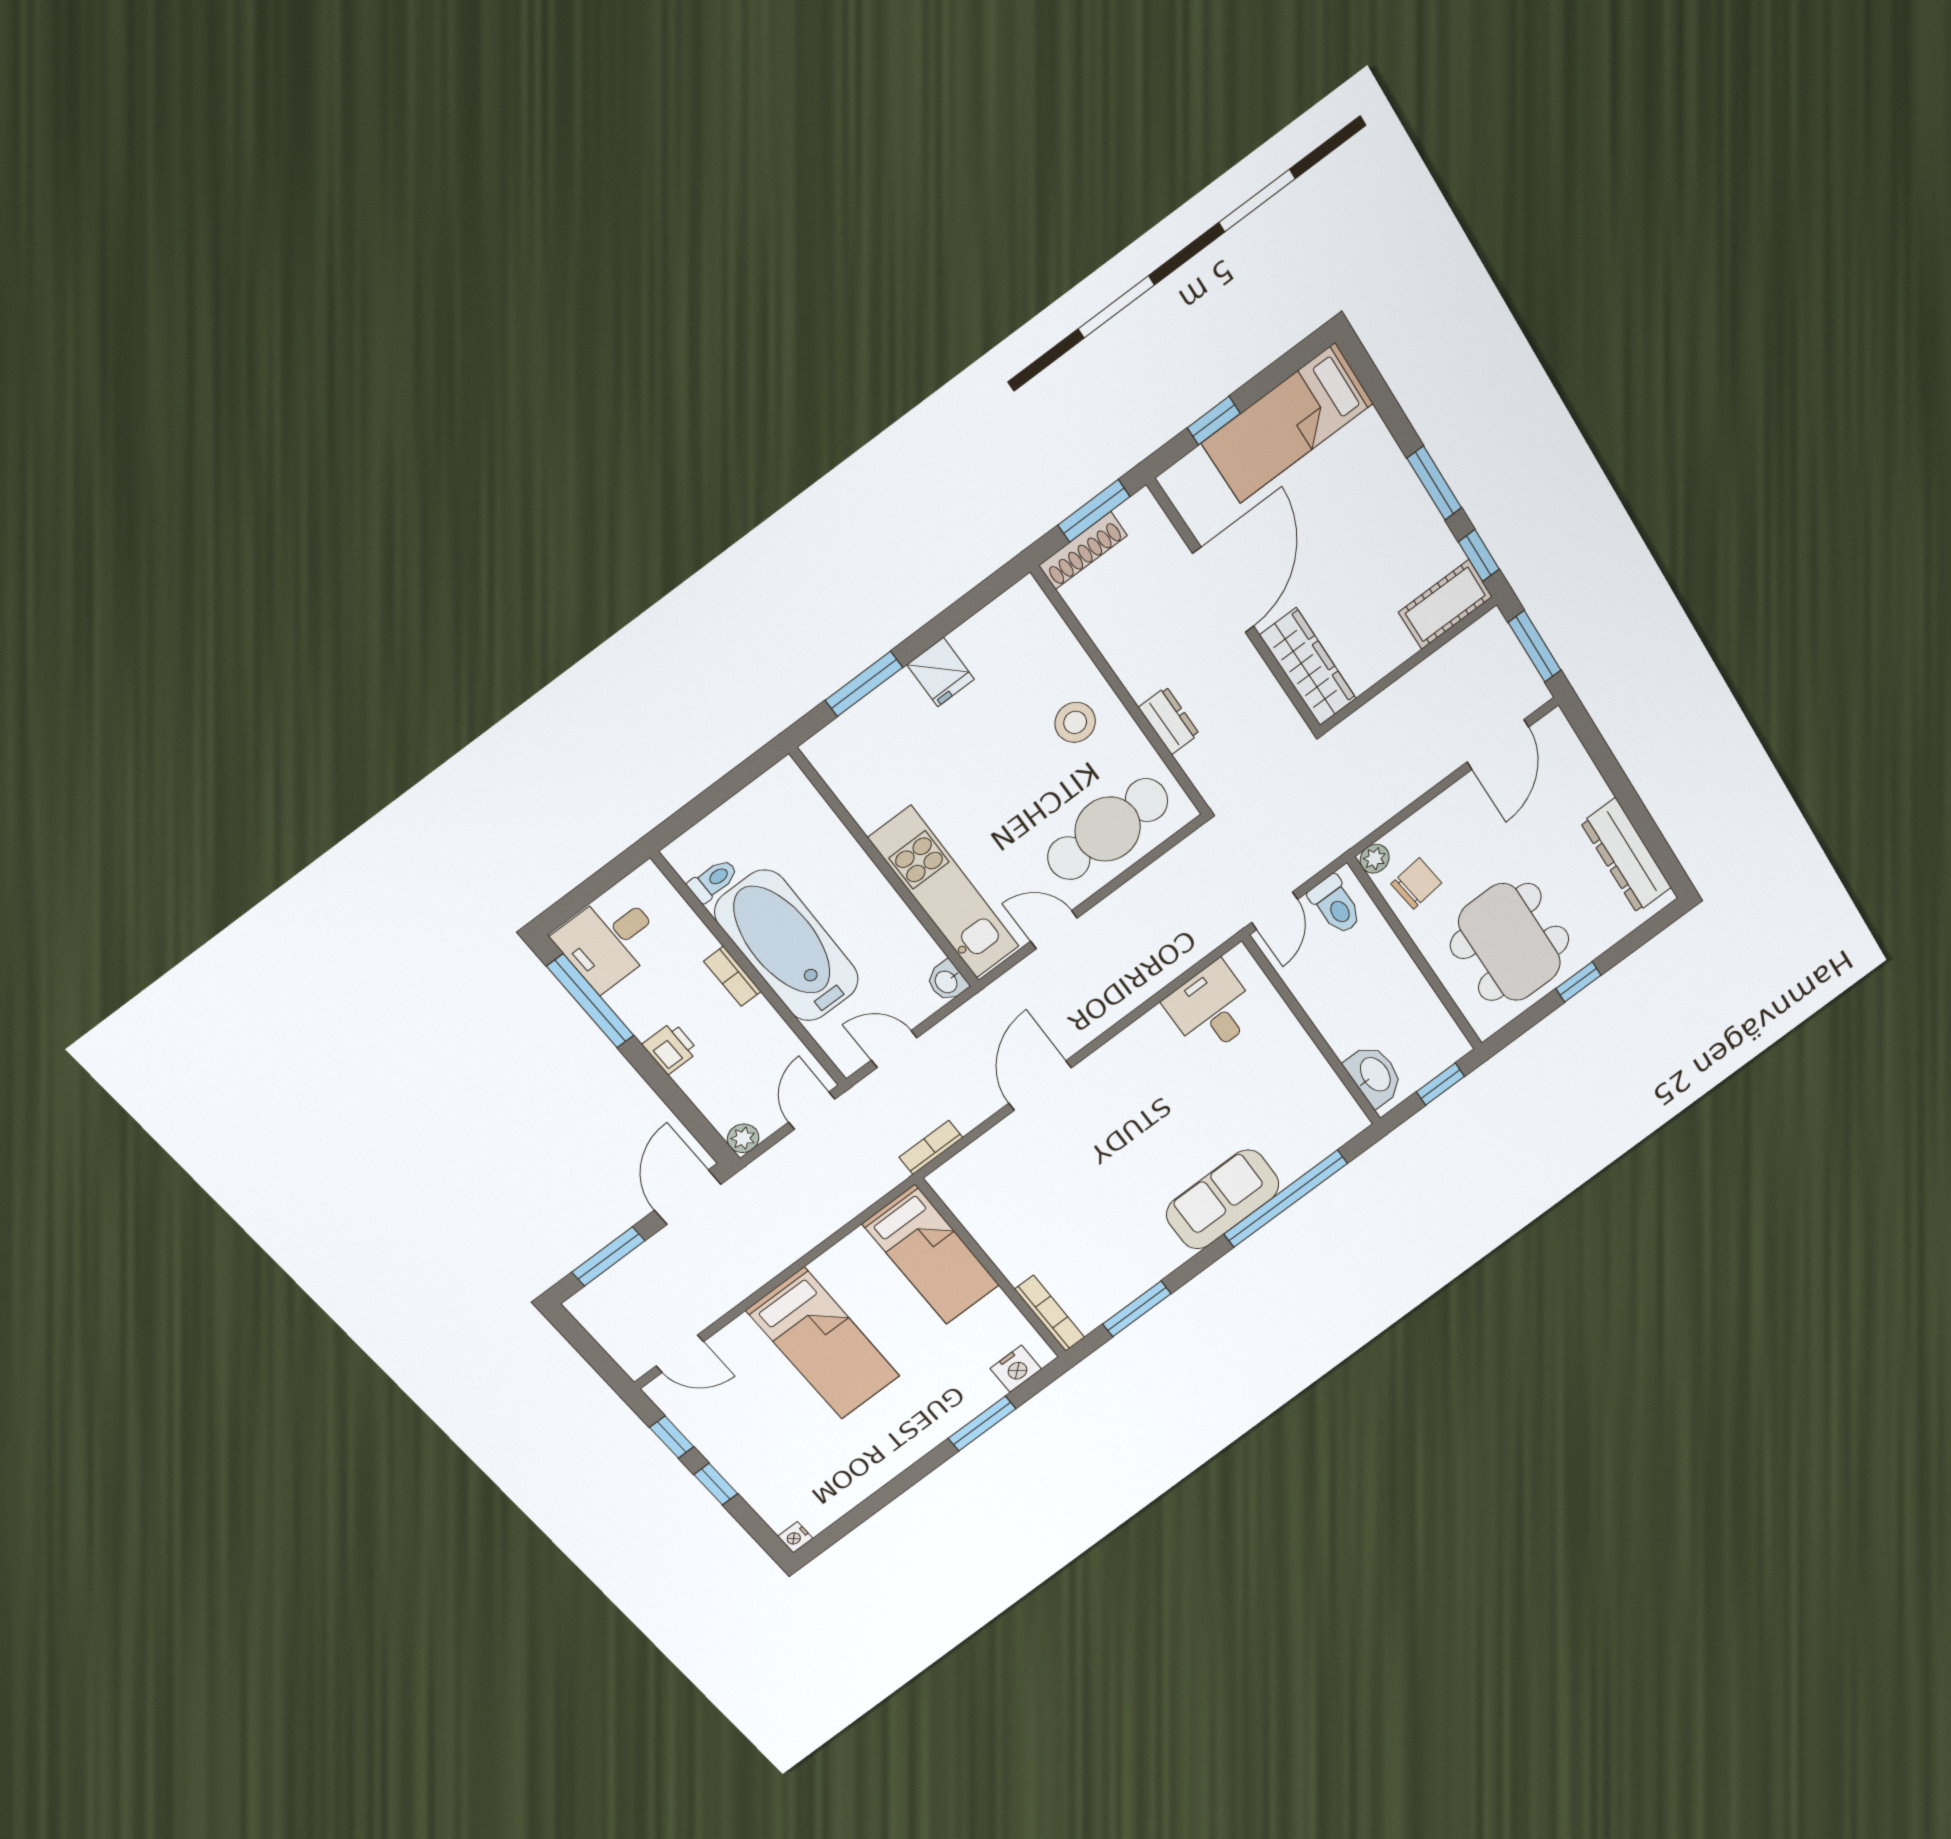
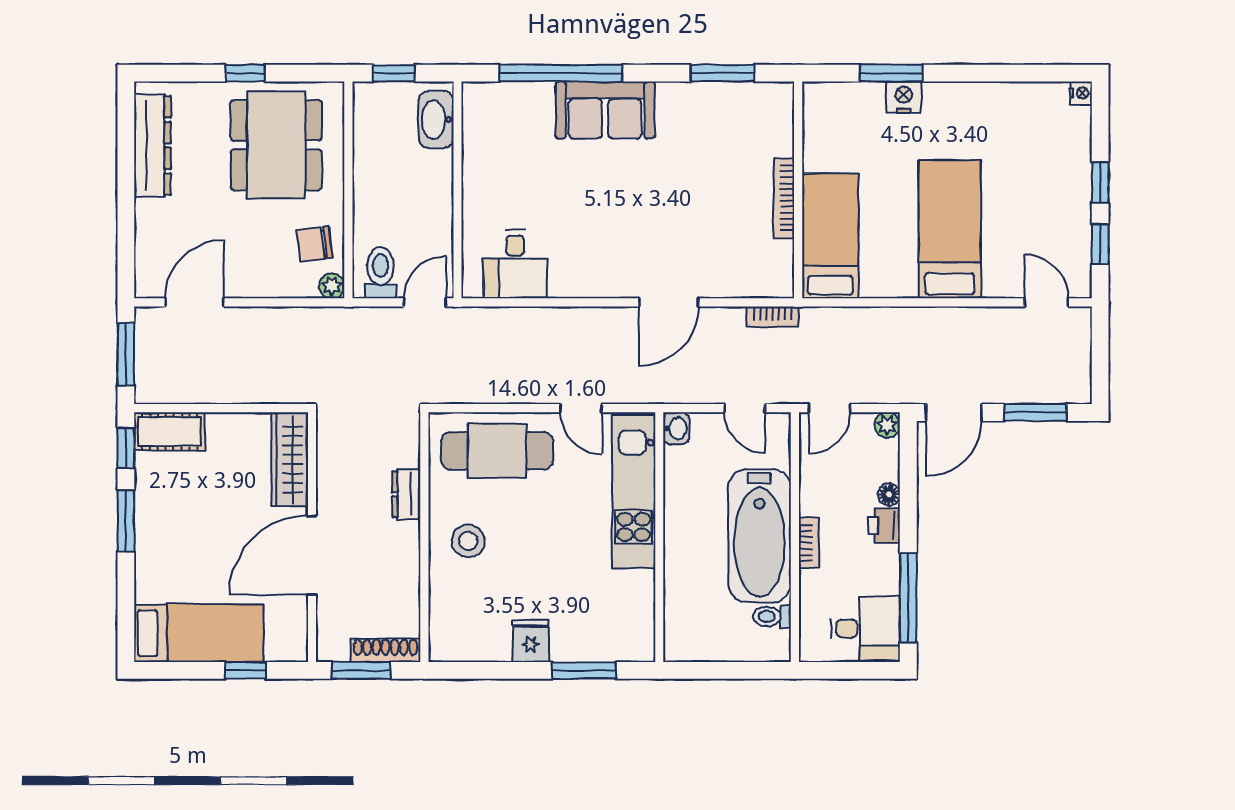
floor lamp: (690, 1079) -> (889, 494), added
bookcase: (1050, 1313) -> (784, 198), moved
nightstand: (1016, 1369) -> (904, 97), moved

